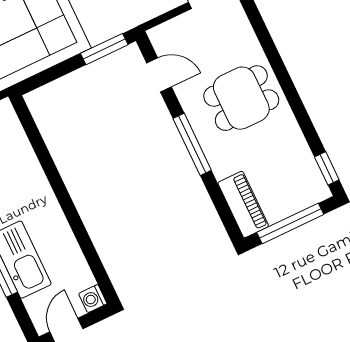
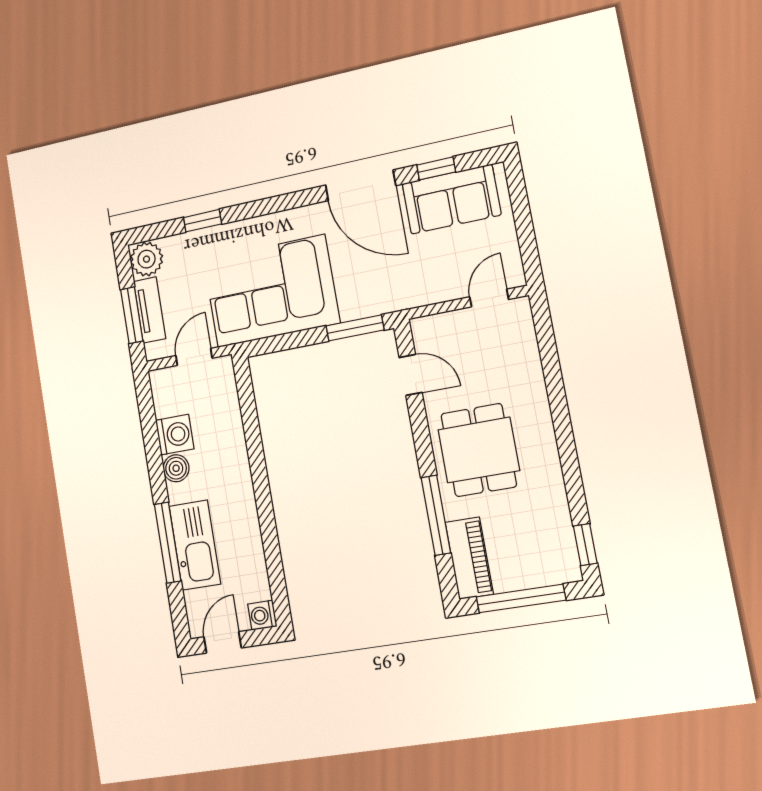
dining table: (241, 98) -> (479, 450), moved, turned 90
window: (192, 144) -> (436, 515), moved

